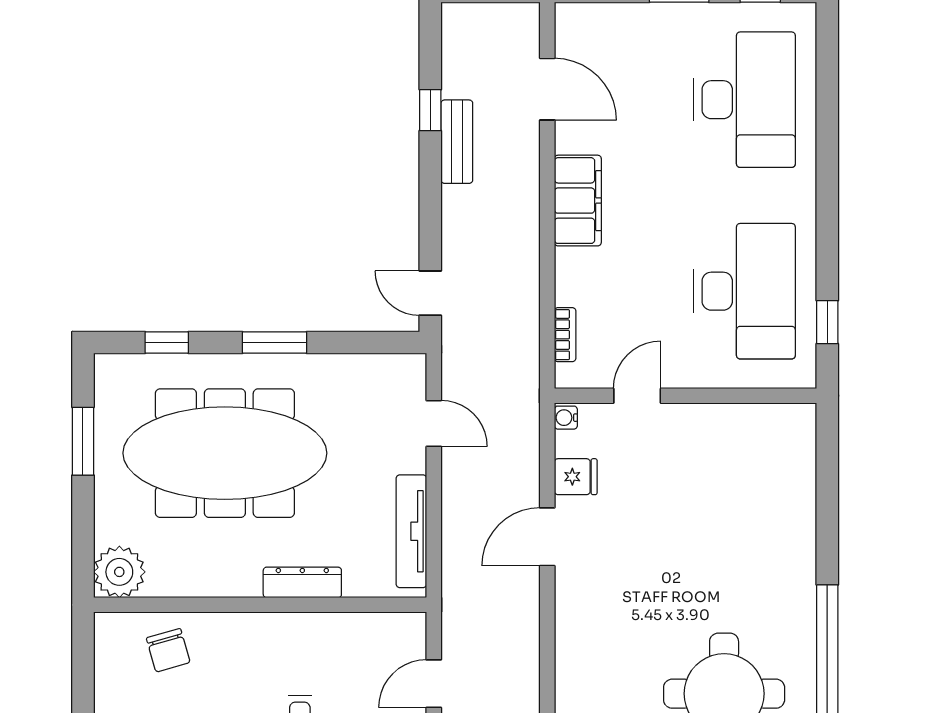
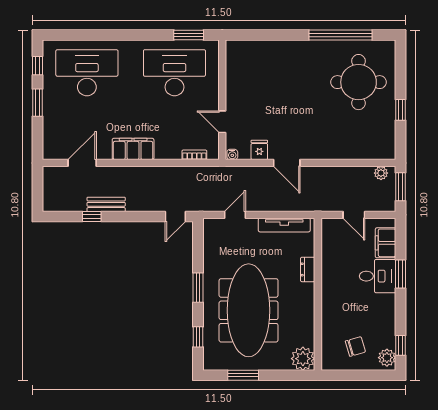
window: (827, 322) -> (189, 35), width x1.50
dresser: (302, 582) -> (308, 269), width x0.70
chair: (168, 650) -> (355, 346), moved

